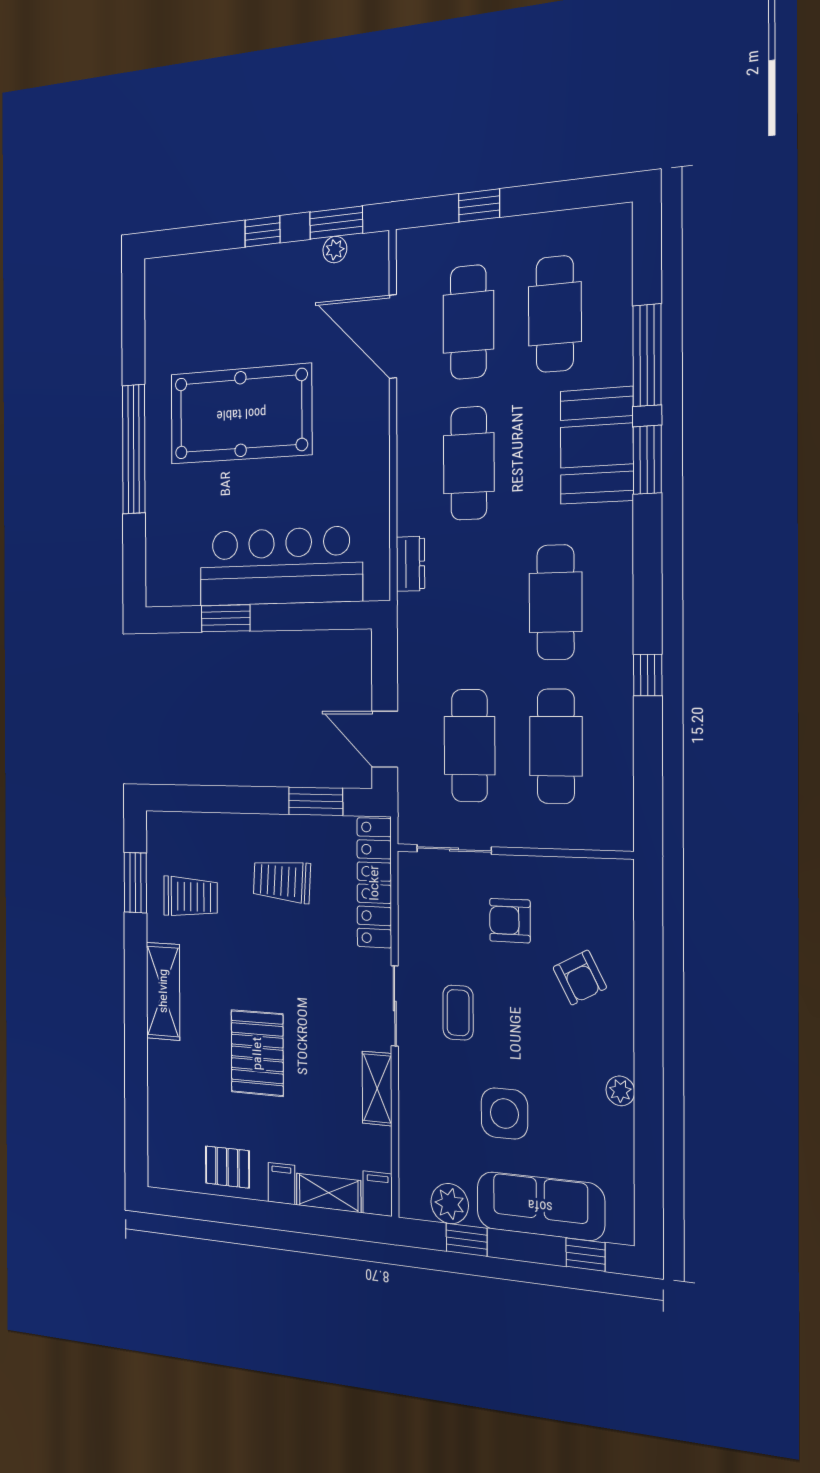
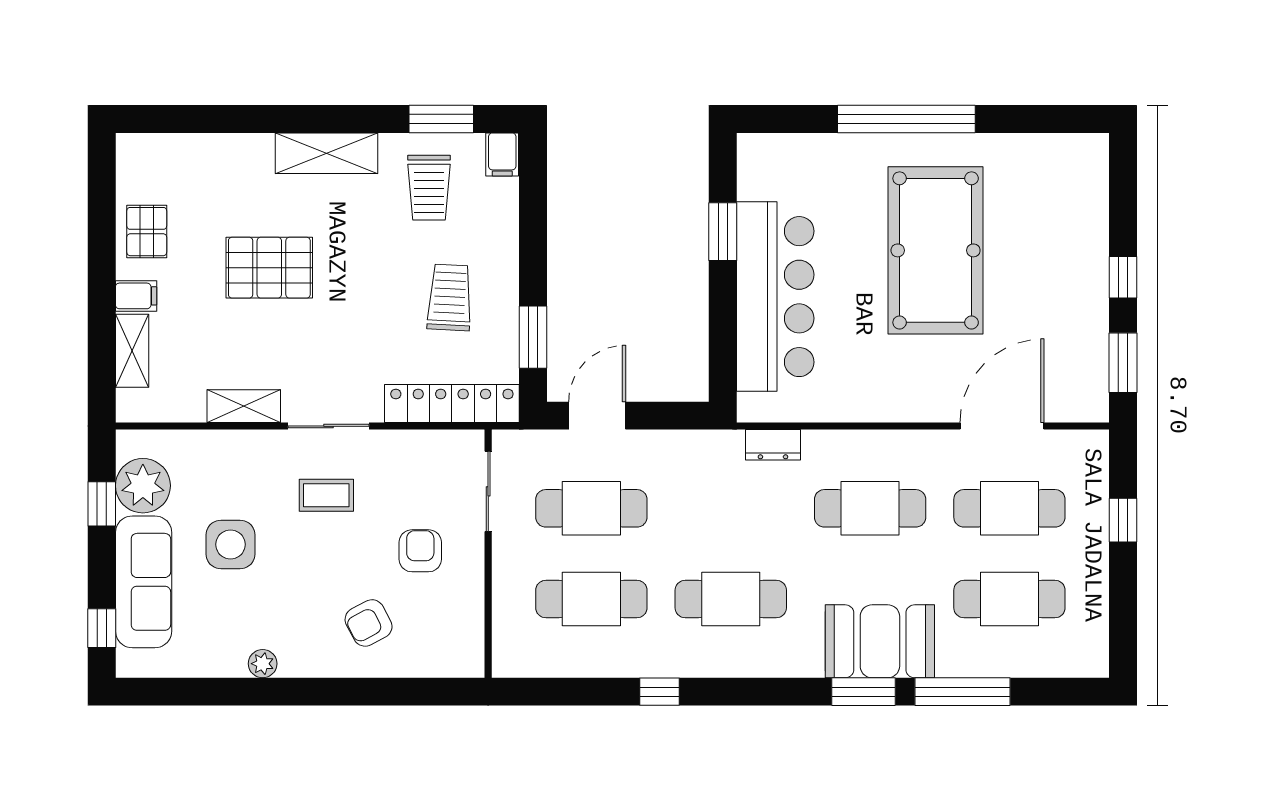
plant: (335, 250) -> (1096, 361), removed
filing cabinet: (378, 1194) -> (502, 154), moved, turned 90
plant: (450, 1204) -> (143, 486), width x1.36, depth x1.36

